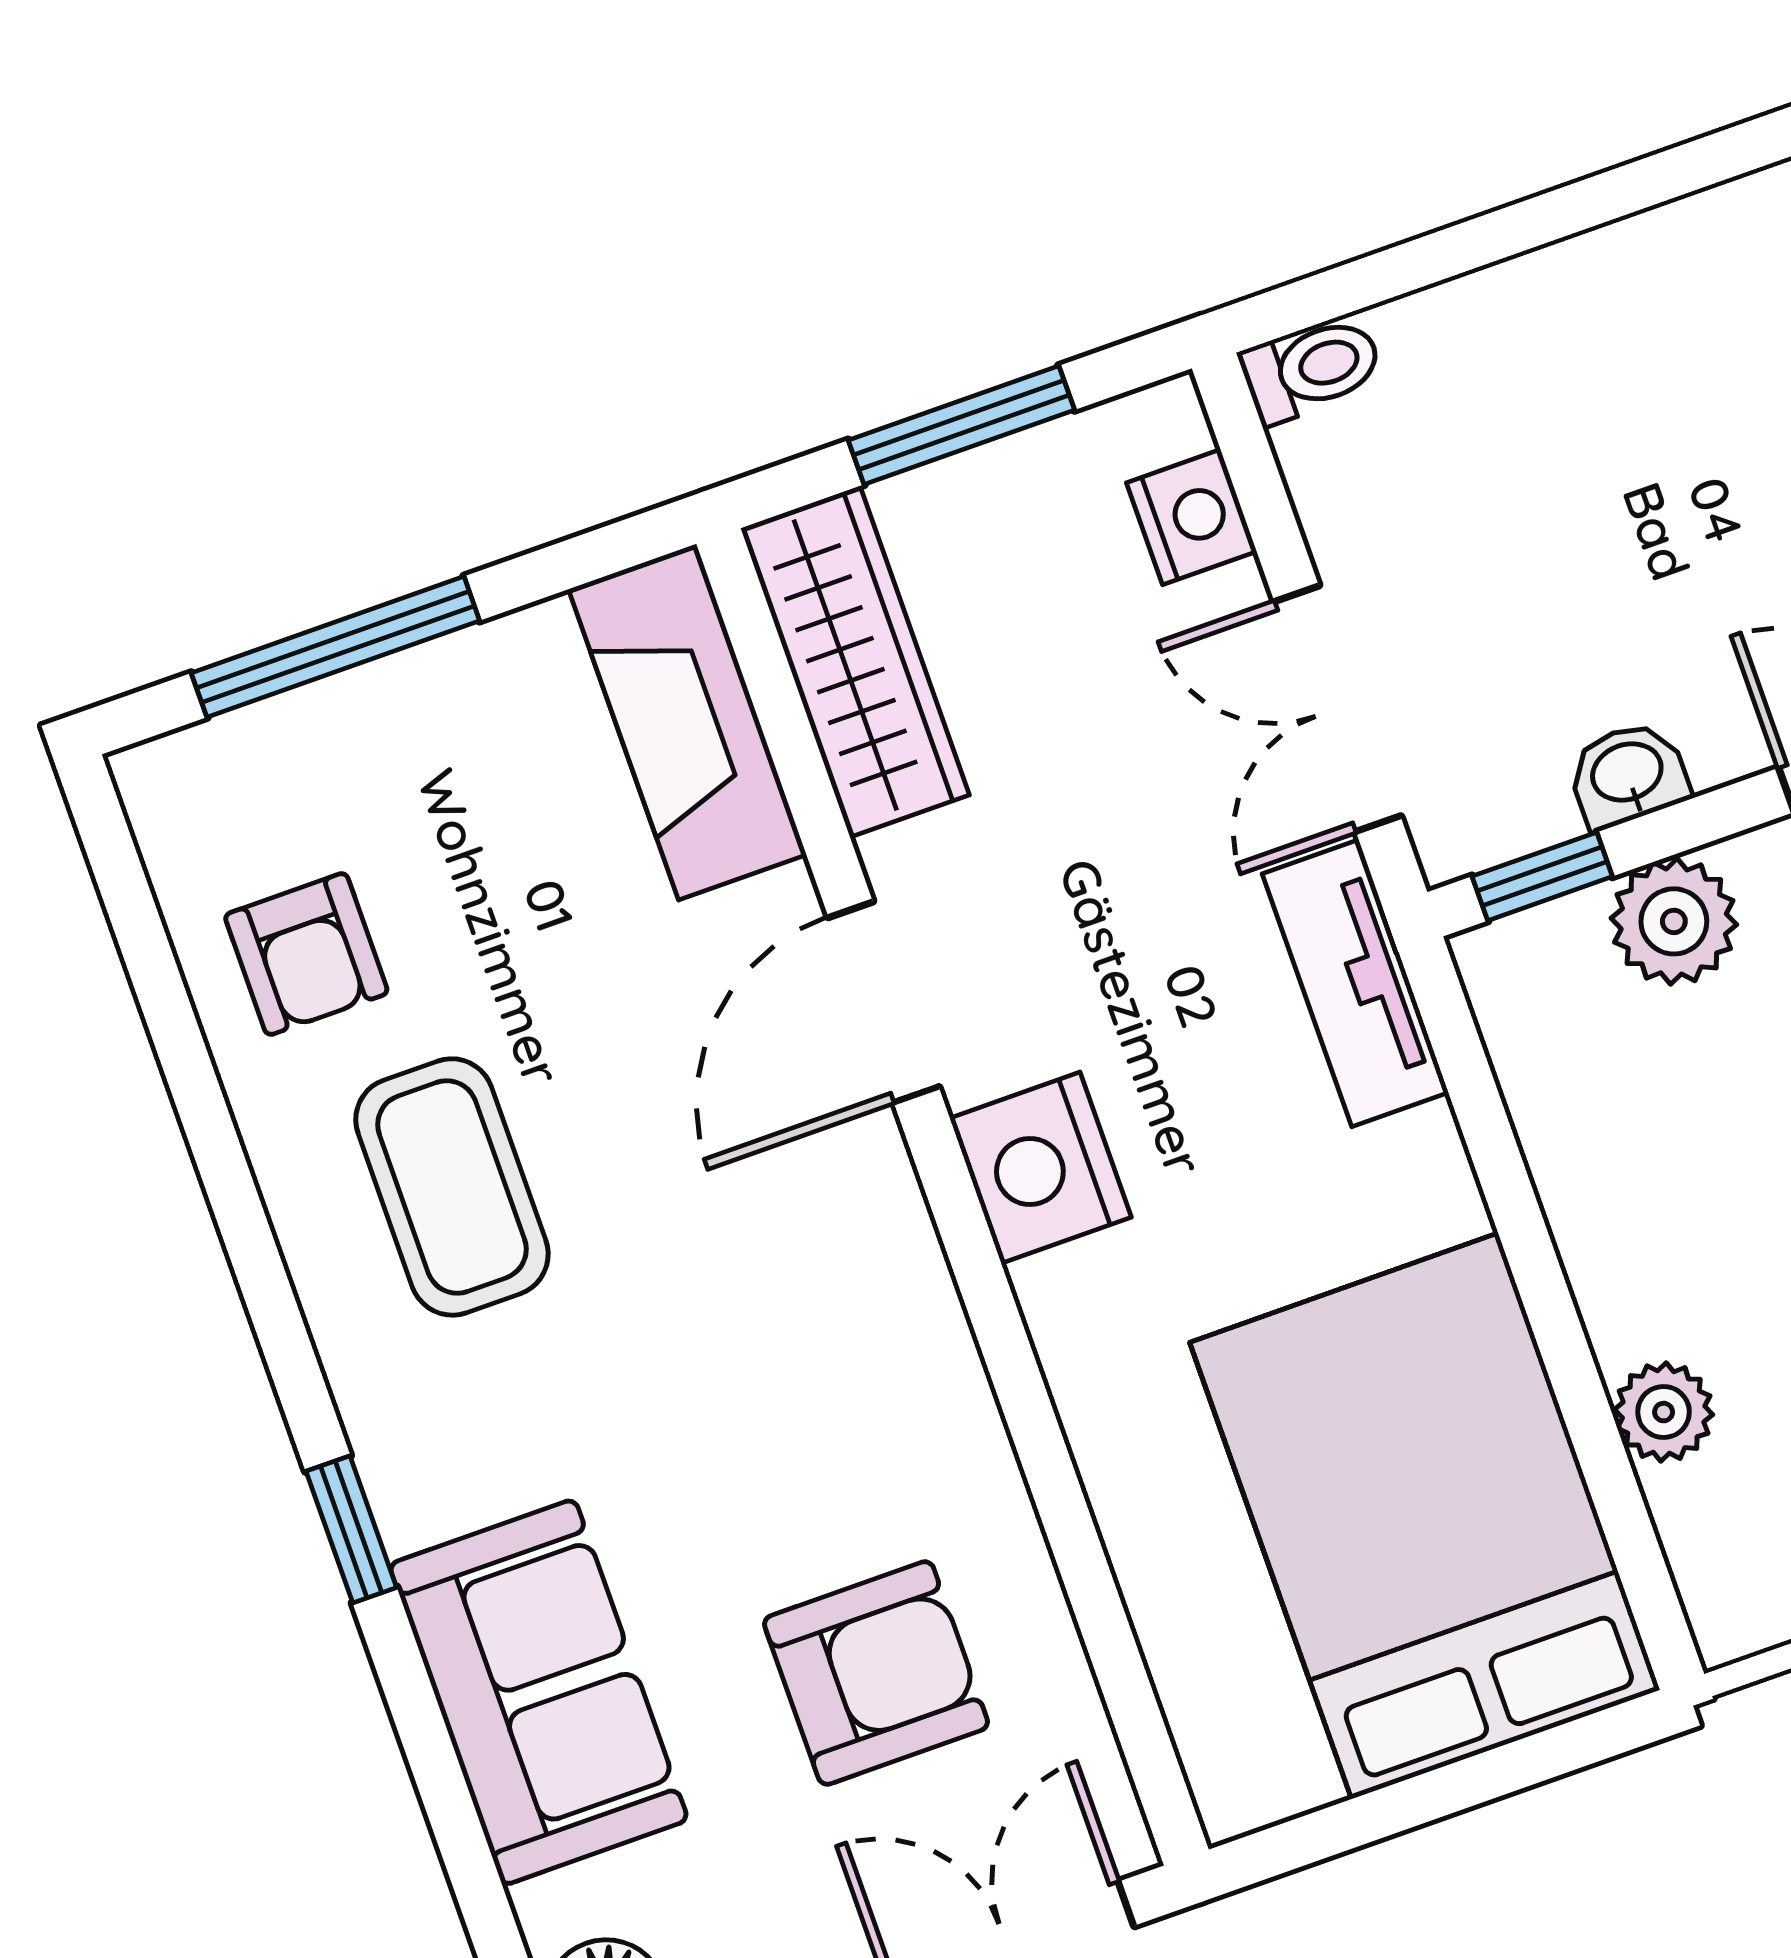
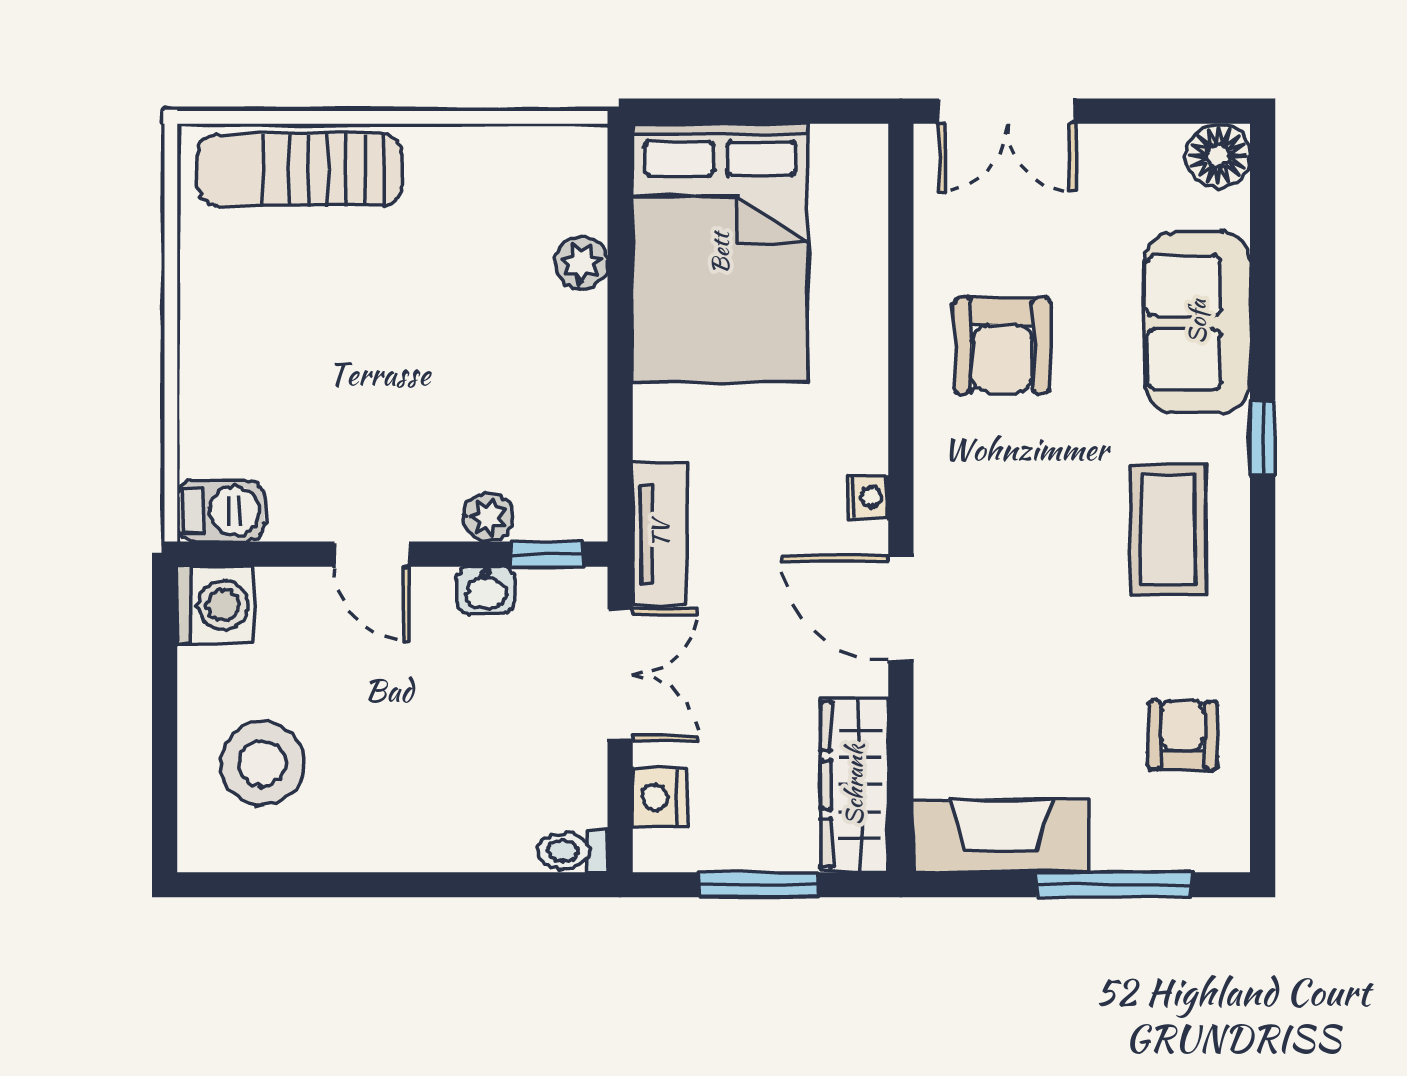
fireplace: (687, 722) -> (1001, 836), moved, turned -90
plant: (1674, 921) -> (489, 517), width x0.73, depth x0.73
door: (883, 1002) -> (901, 608), swing flipped
nightstand: (1040, 1168) -> (868, 497), width x0.53, depth x0.56
coffee table: (452, 1187) -> (1168, 530), moved
armchair: (876, 1673) -> (1002, 346), moved, turned -90

